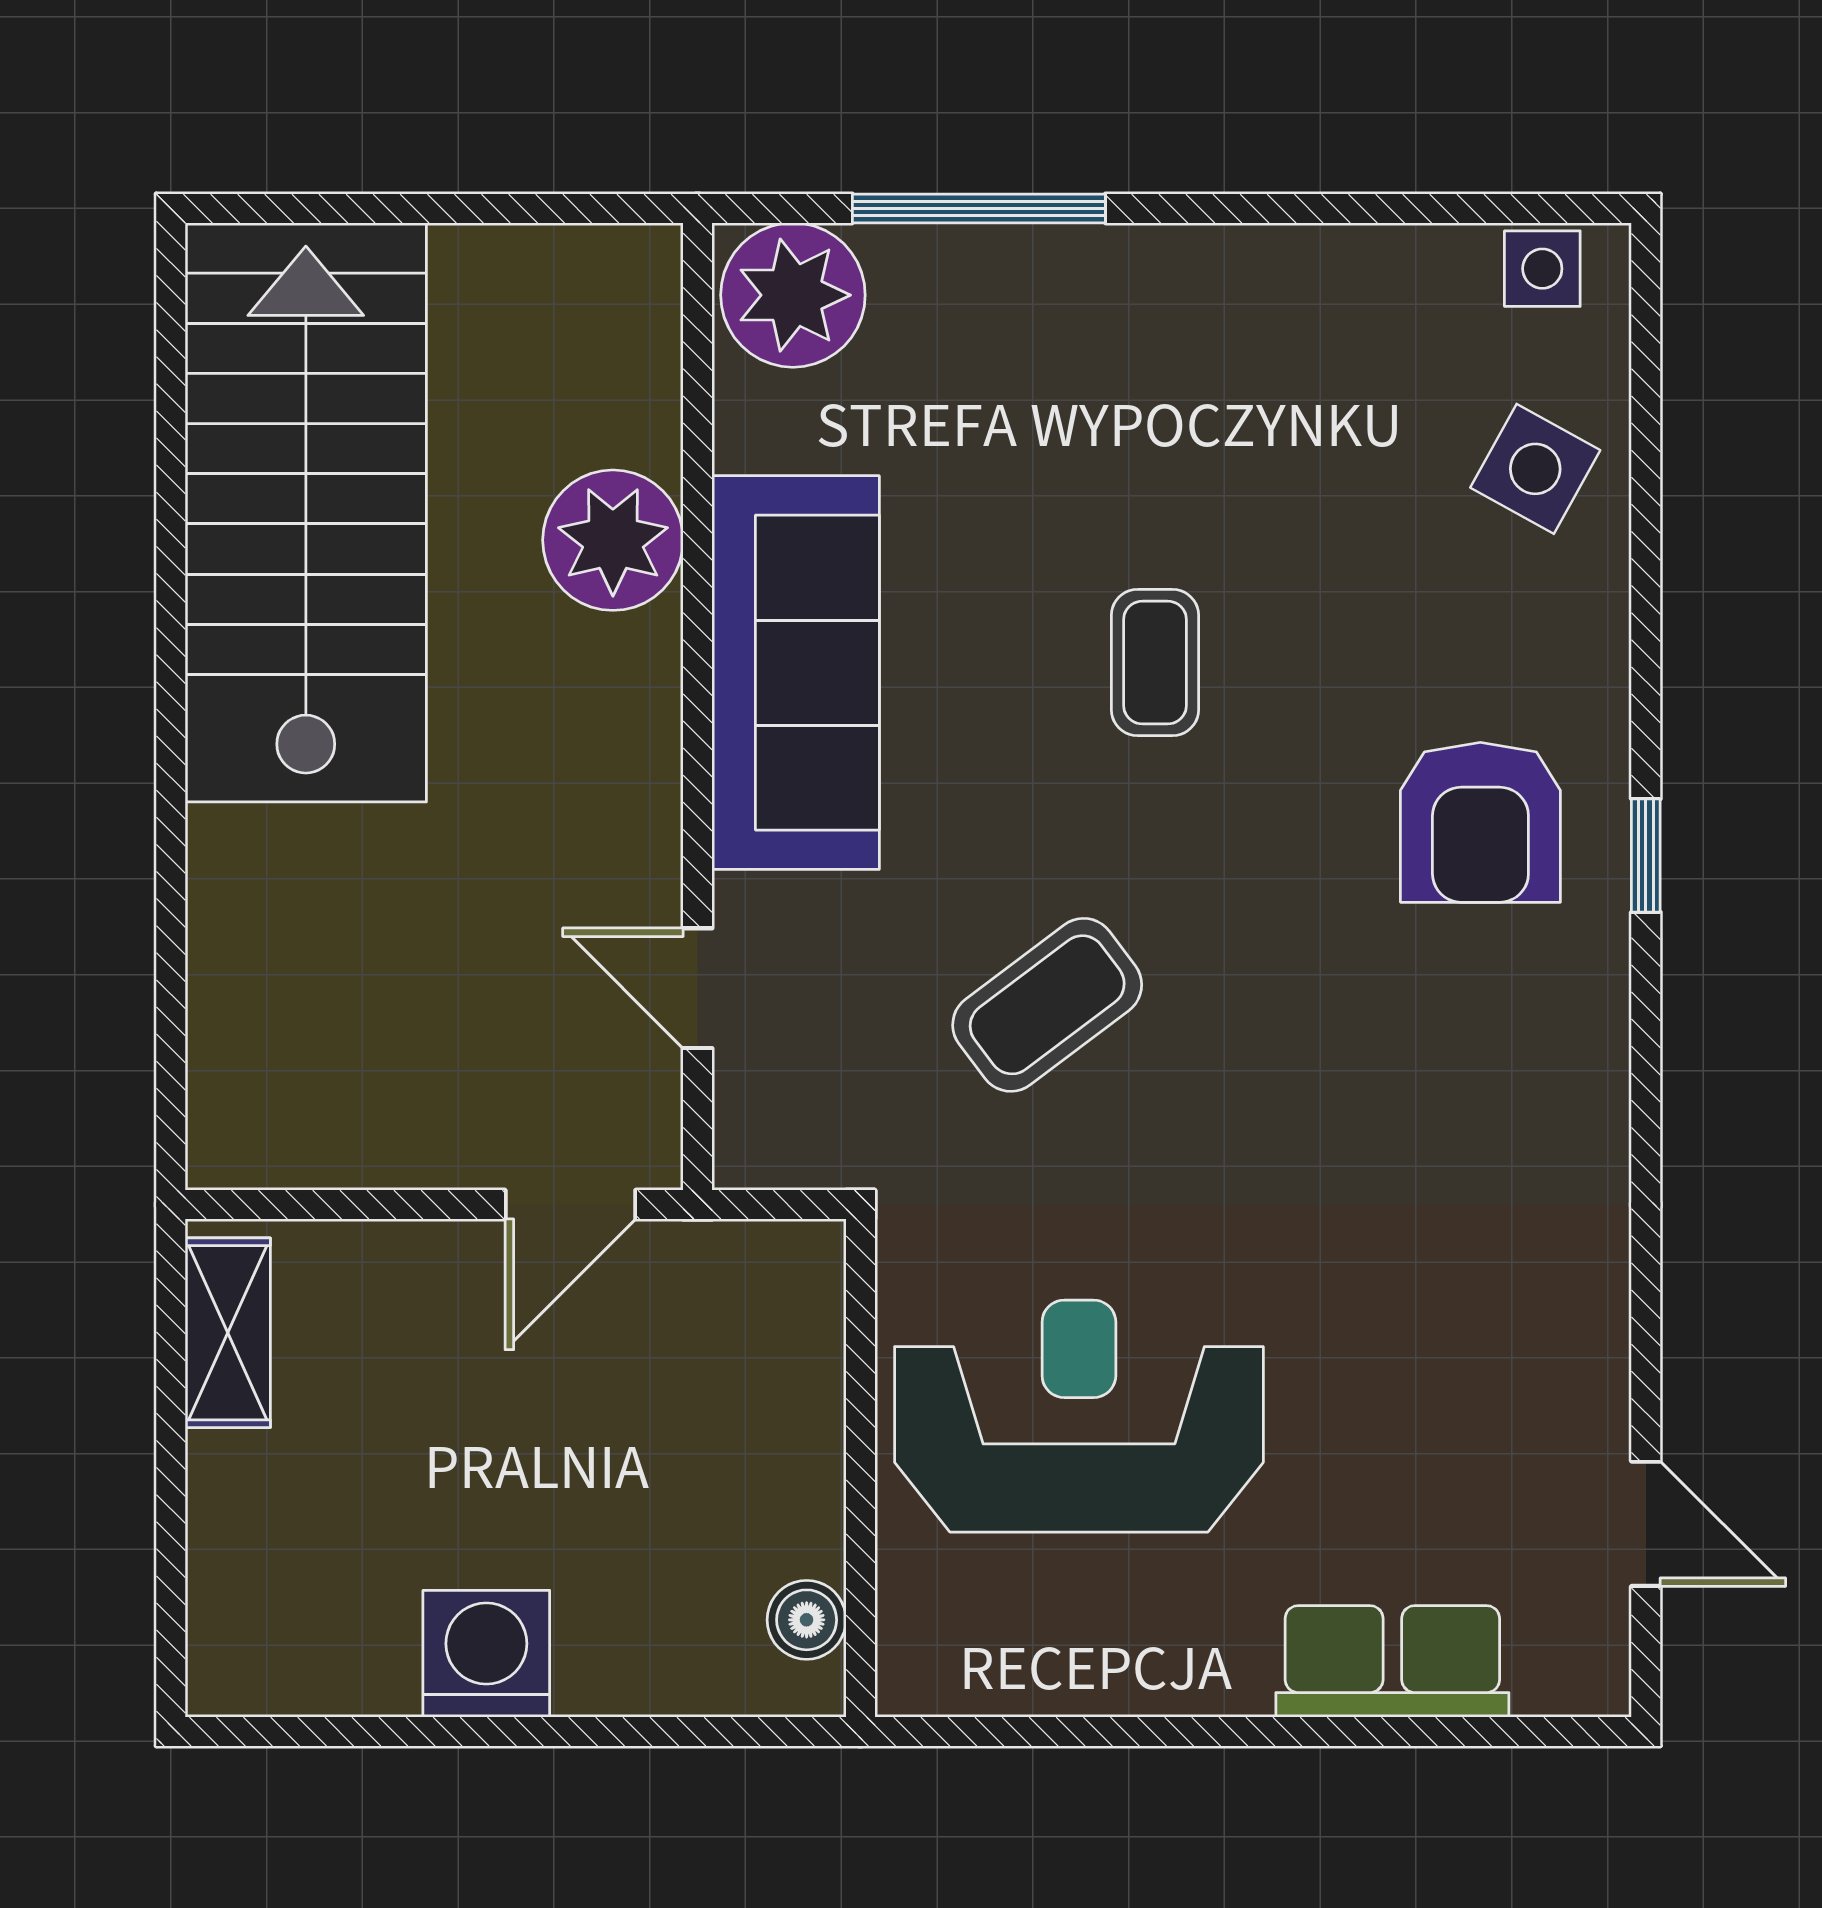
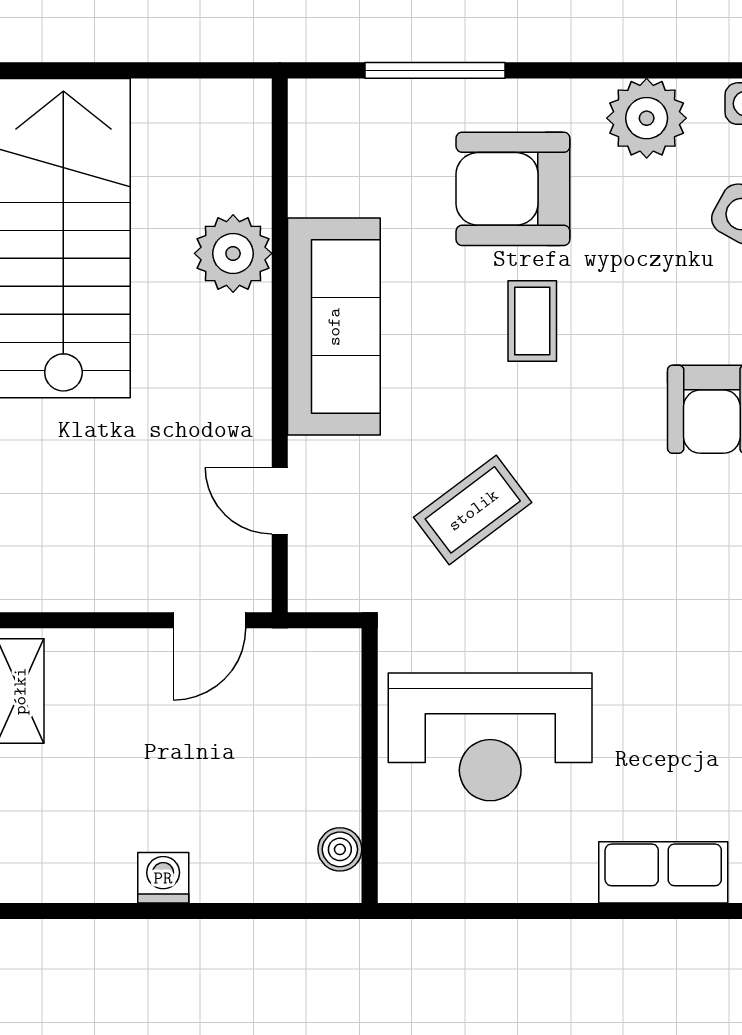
plant: (793, 295) -> (647, 118), moved
armchair: (1120, 423) -> (513, 189), added
reception desk: (1079, 1416) -> (490, 737), turned 180
washing machine: (486, 1654) -> (163, 878), width x0.73, depth x0.73

